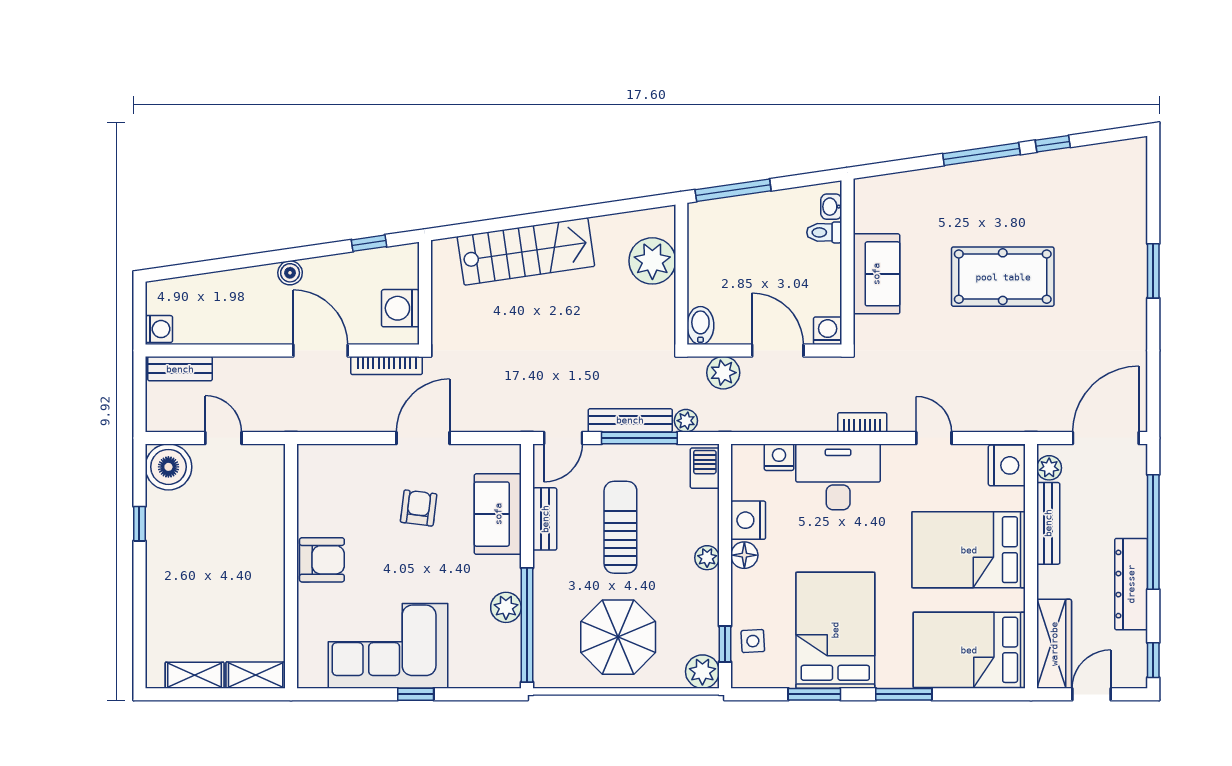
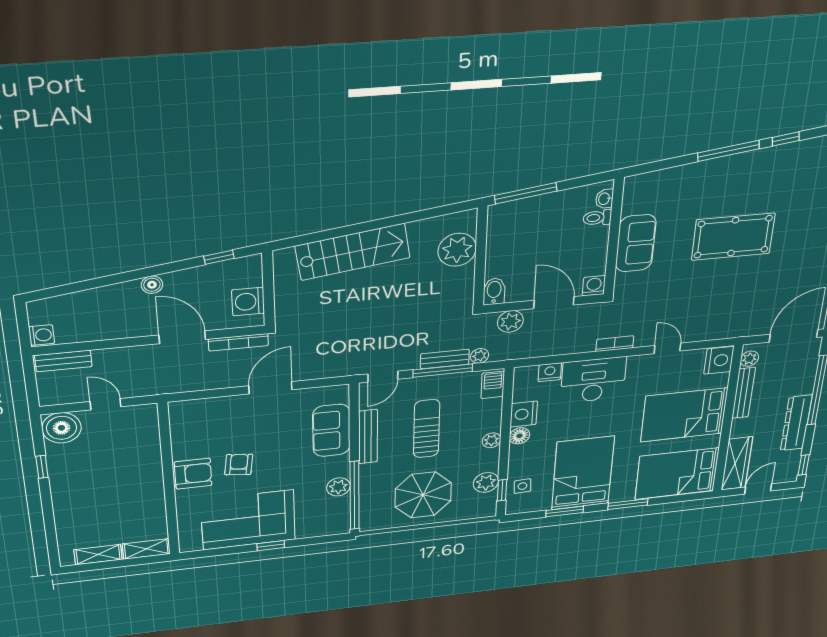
bench: (630, 420) -> (445, 359), width x0.73
armchair: (419, 508) -> (239, 465), moved
bench: (545, 519) -> (368, 437), width x1.36
plant: (702, 672) -> (486, 482), moved

